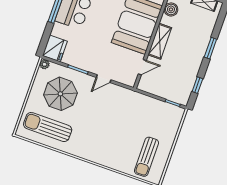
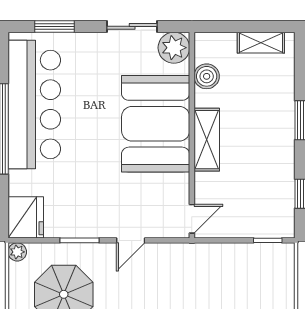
door: (142, 67) -> (192, 219), moved

